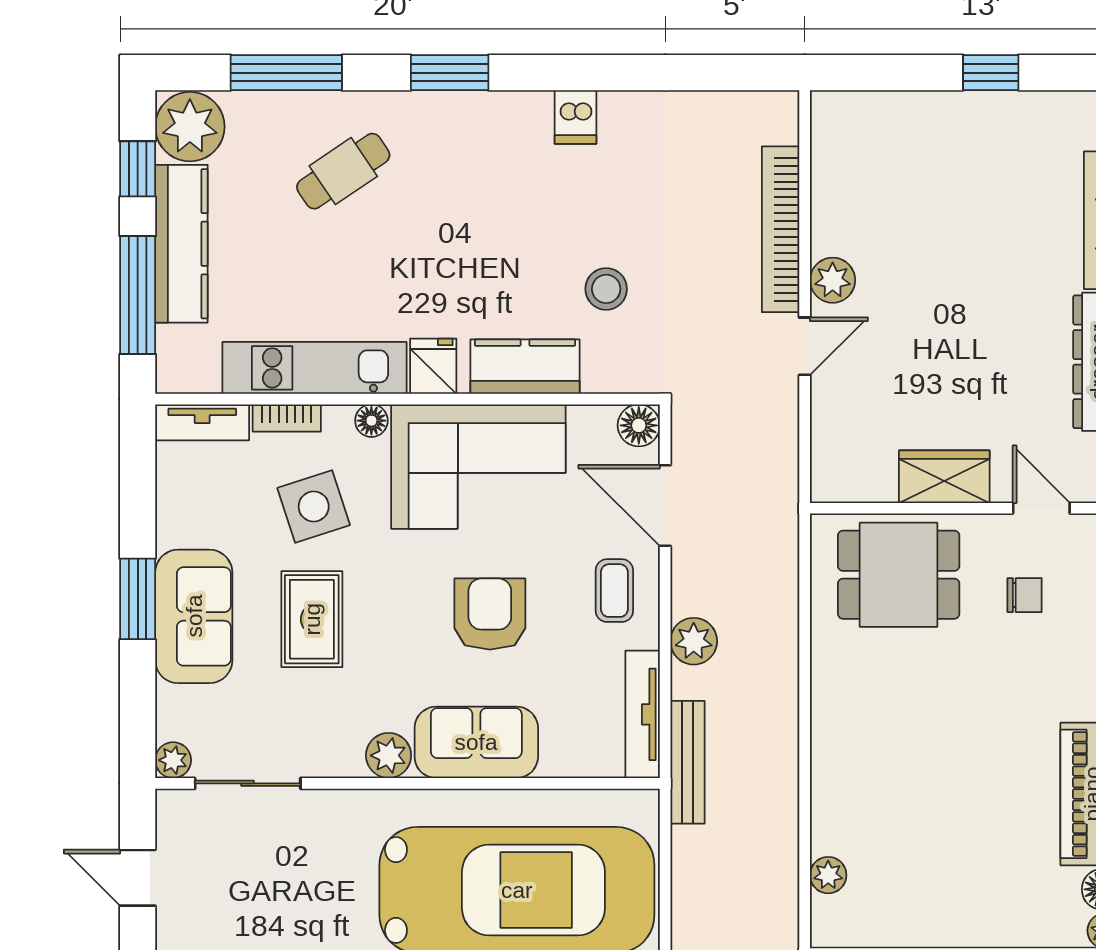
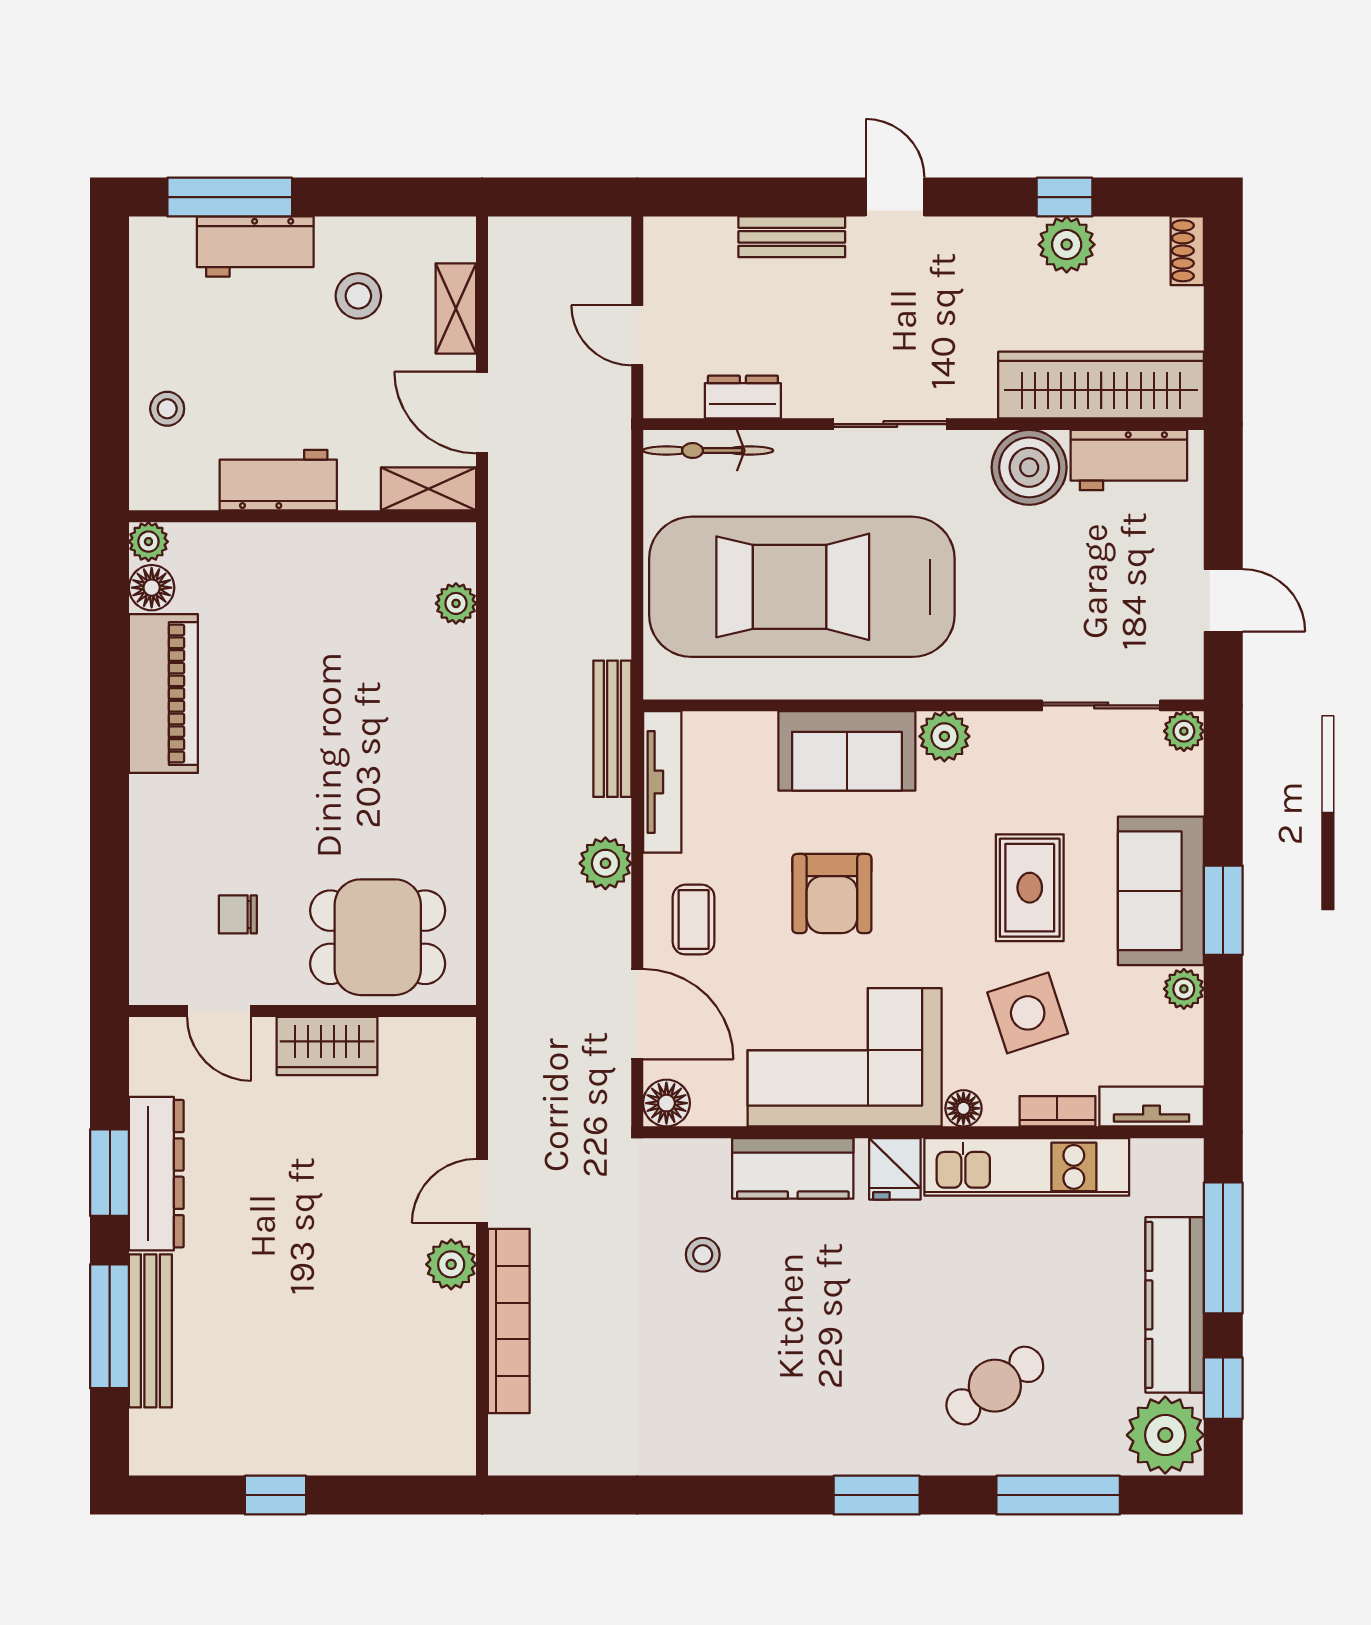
dishwasher: (576, 117) -> (737, 1446), removed
stool: (606, 289) -> (703, 1255), width x0.73, depth x0.73
plant: (173, 528) -> (1184, 989), added

